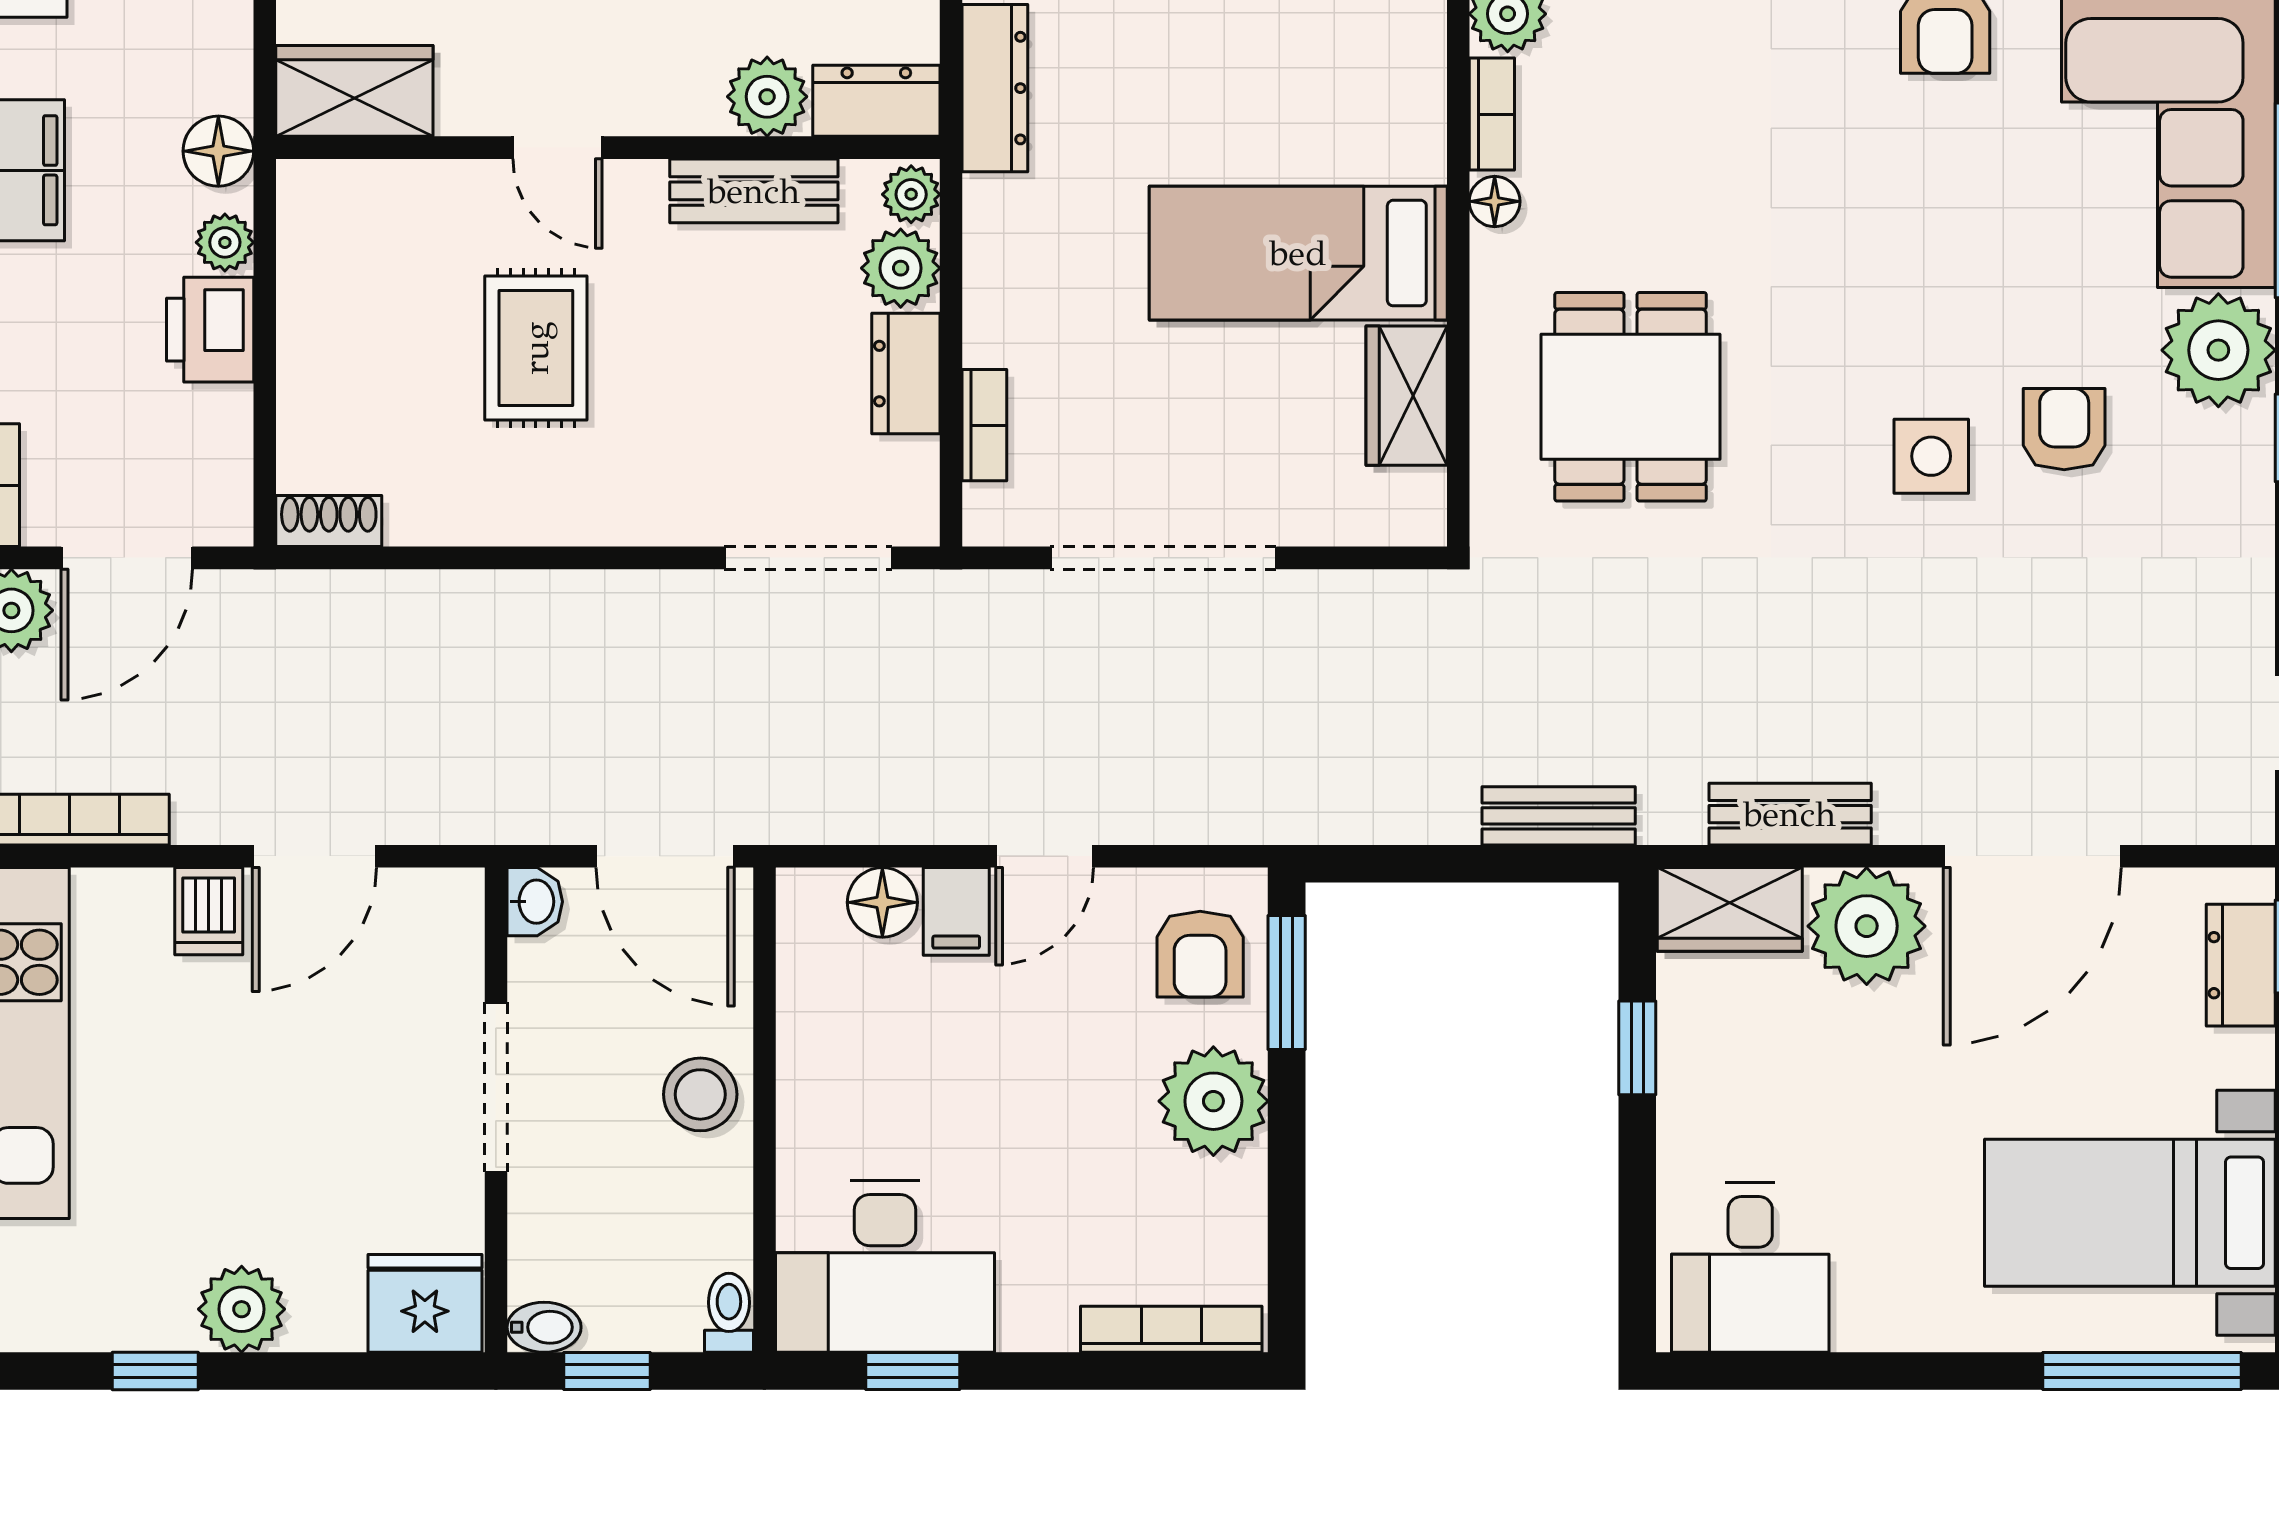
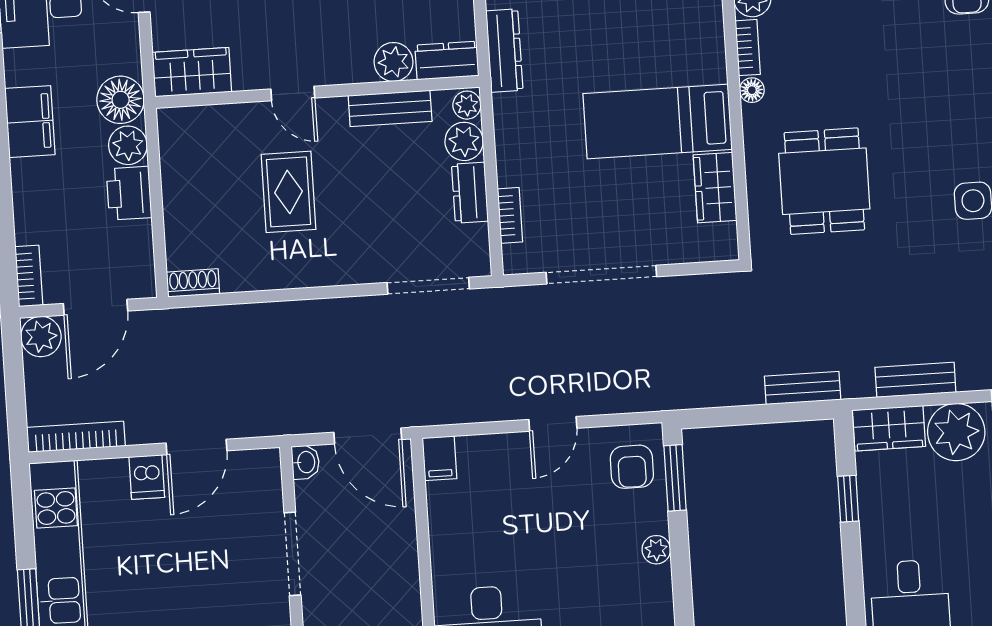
floor lamp: (218, 151) -> (121, 100), width x1.38, depth x1.38
plant: (225, 242) -> (128, 145), width x1.38, depth x1.38
floor lamp: (882, 902) -> (475, 452), removed
filing cabinet: (956, 911) -> (439, 458), moved
stool: (700, 1094) -> (392, 551), removed
plant: (1213, 1101) -> (656, 550), width x0.53, depth x0.53

